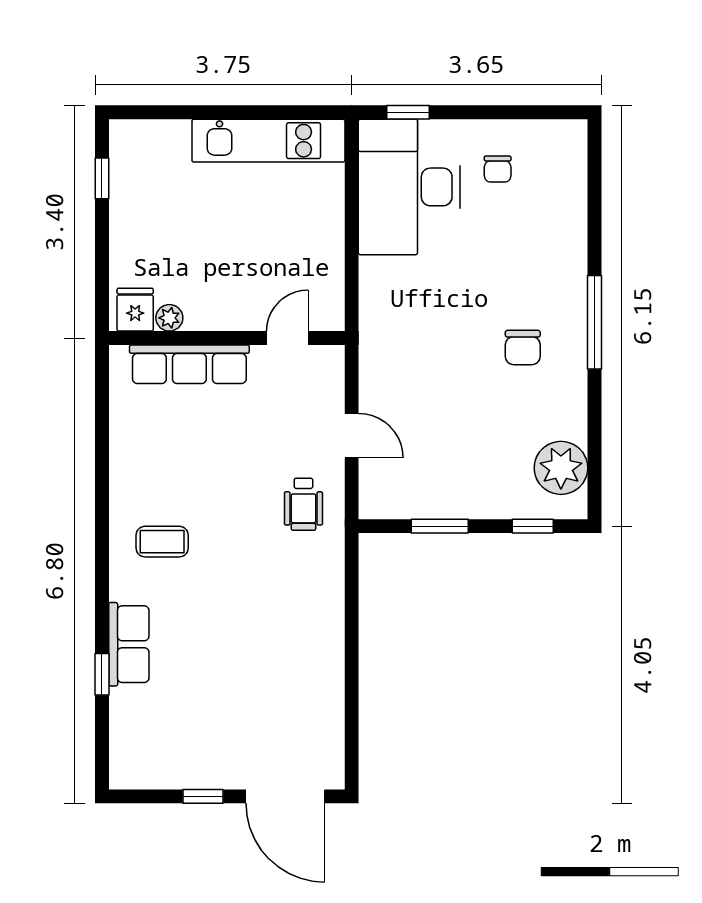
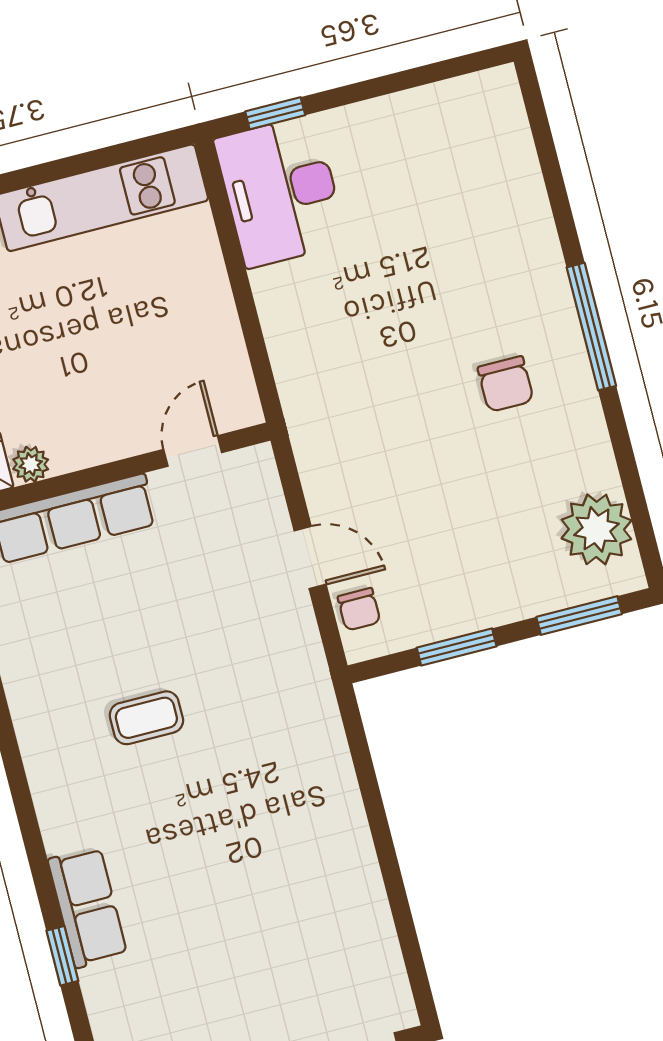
chair: (498, 169) -> (359, 609), moved
desk: (409, 187) -> (281, 191), width x0.73, depth x0.77
wheelchair: (303, 504) -> (270, 664), removed
window: (533, 526) -> (579, 616), width x1.50
coffee table: (162, 542) -> (146, 718), moved

